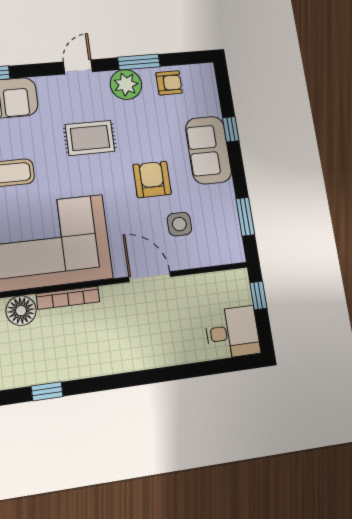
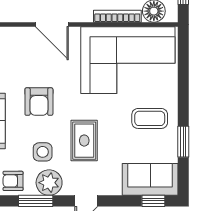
rug: (90, 138) -> (84, 141), turned 90
side table: (179, 224) -> (43, 152), moved

